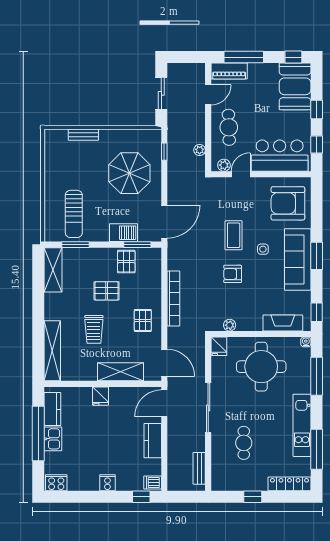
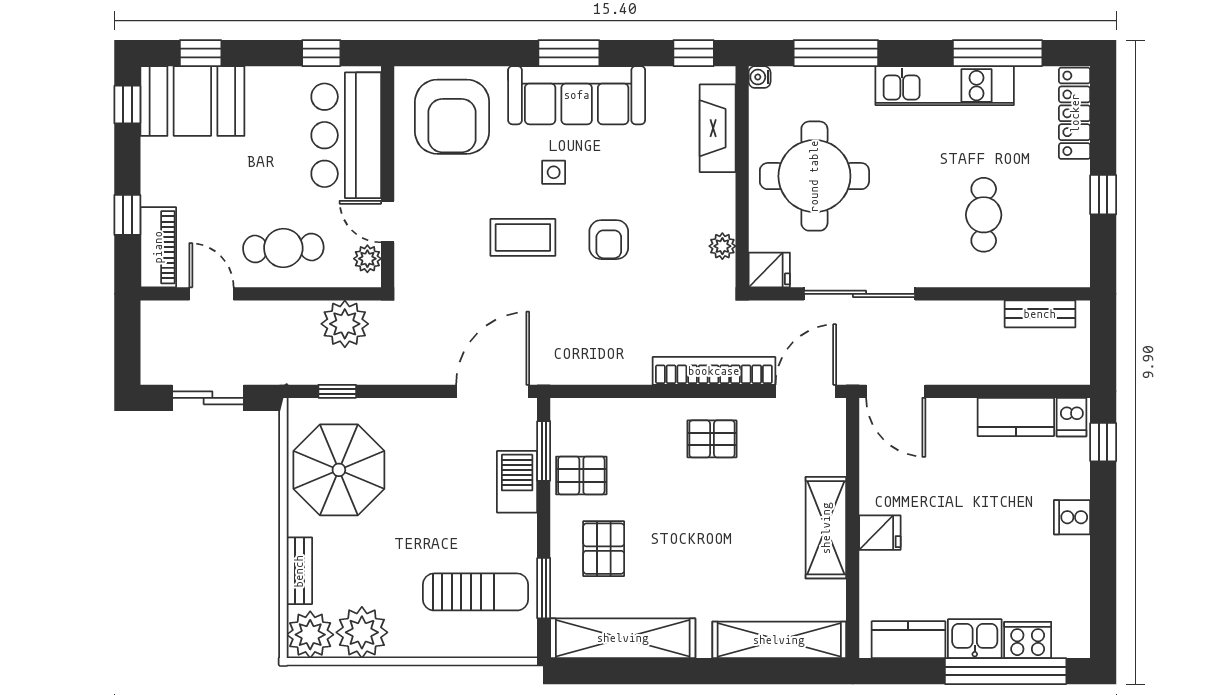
window: (244, 57) -> (127, 215), width x0.46
window: (317, 109) -> (201, 53), moved
plant: (55, 139) -> (310, 635), added
plant: (200, 150) -> (345, 324), width x1.88, depth x1.88
plant: (56, 163) -> (362, 632), added
parasol: (129, 173) -> (339, 470), moved
door: (164, 222) -> (493, 391), hinge flipped
shelving: (53, 270) -> (623, 638), width x1.47
pallet: (107, 291) -> (604, 549), moved
bookcase: (173, 299) -> (714, 371), moved
trolley: (94, 329) -> (732, 547), removed
shelving: (121, 372) -> (826, 528), moved
sliding door: (208, 408) -> (859, 294), moved
window: (38, 434) -> (1006, 671), moved
kitchen counter: (153, 441) -> (1016, 417), moved
cafe table: (244, 443) -> (984, 215), turned 90
cooker: (56, 483) -> (1028, 640), moved, turned 90

